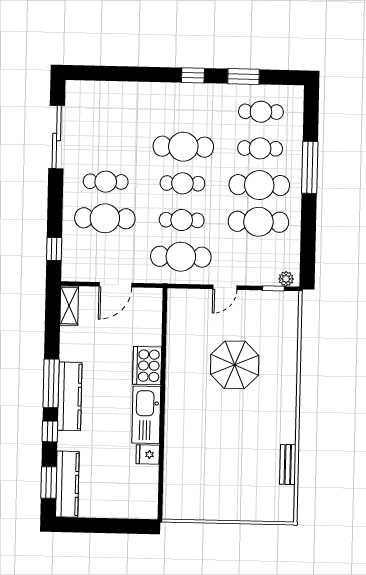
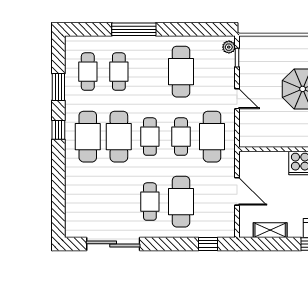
cafe table: (259, 185) -> (88, 137), moved
shelving: (69, 306) -> (270, 230), moved

